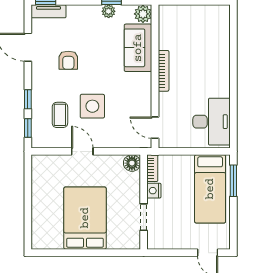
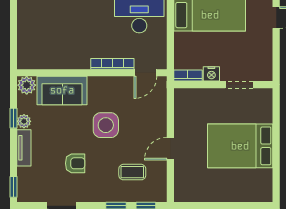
tv unit: (48, 11) -> (24, 148), moved
bookcase: (164, 71) -> (112, 64), moved
side table: (92, 106) -> (106, 125), moved
floor lamp: (132, 163) -> (183, 97), removed

